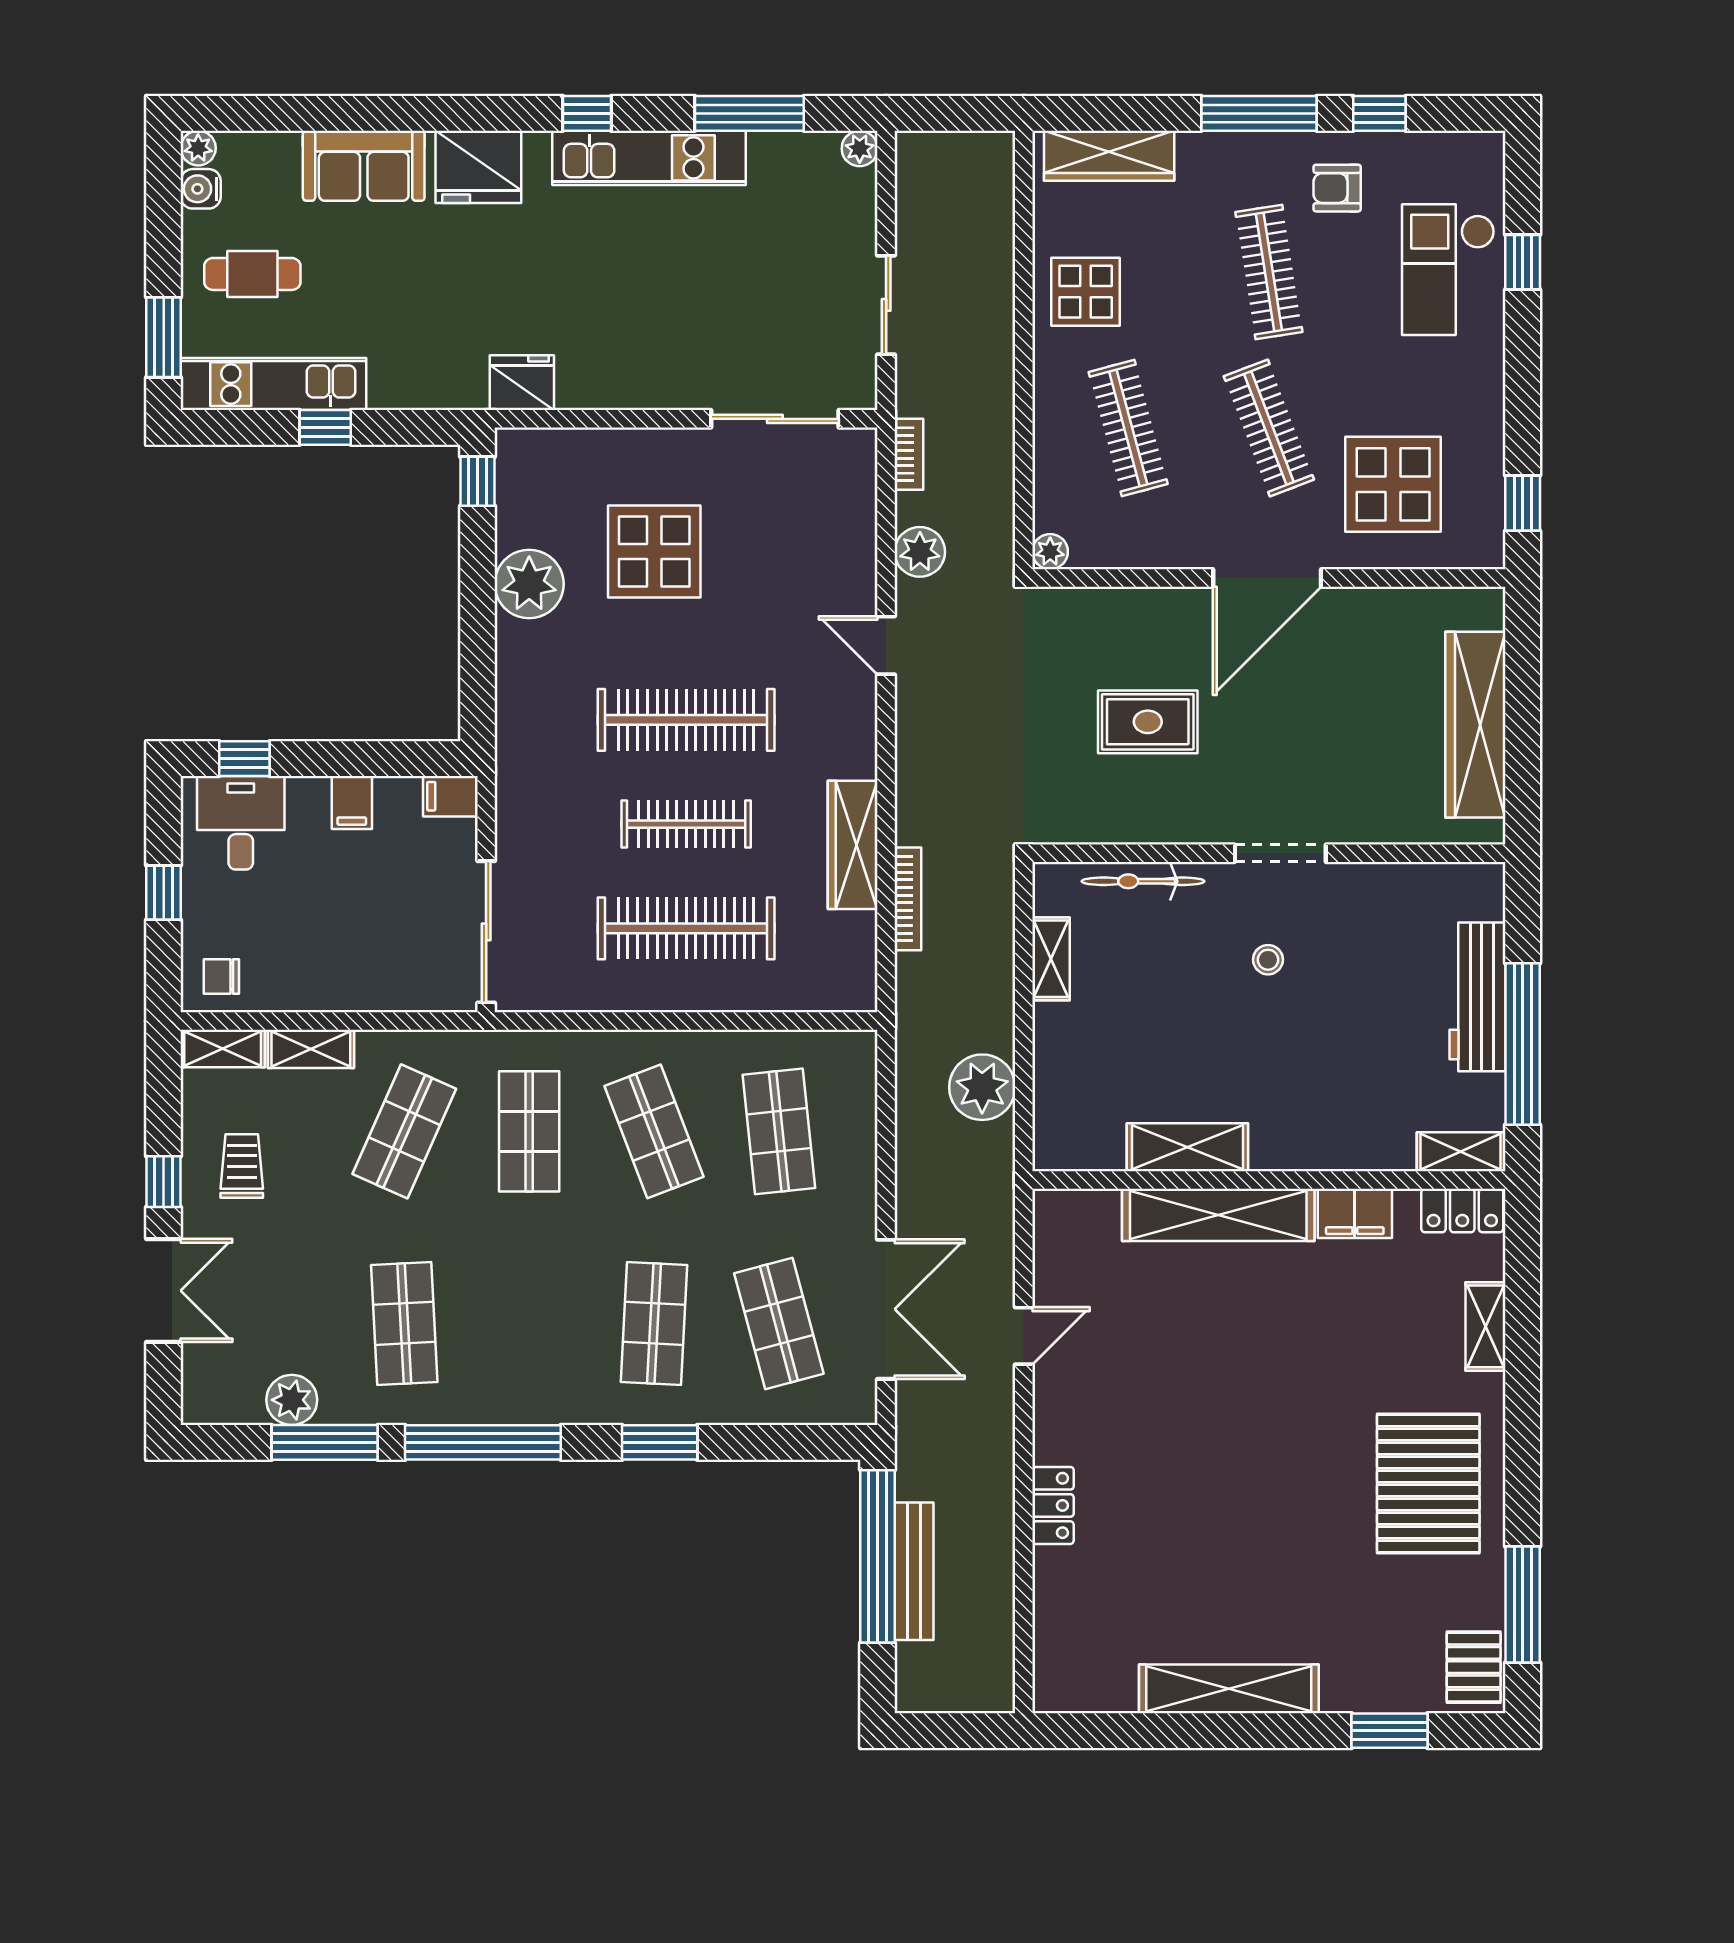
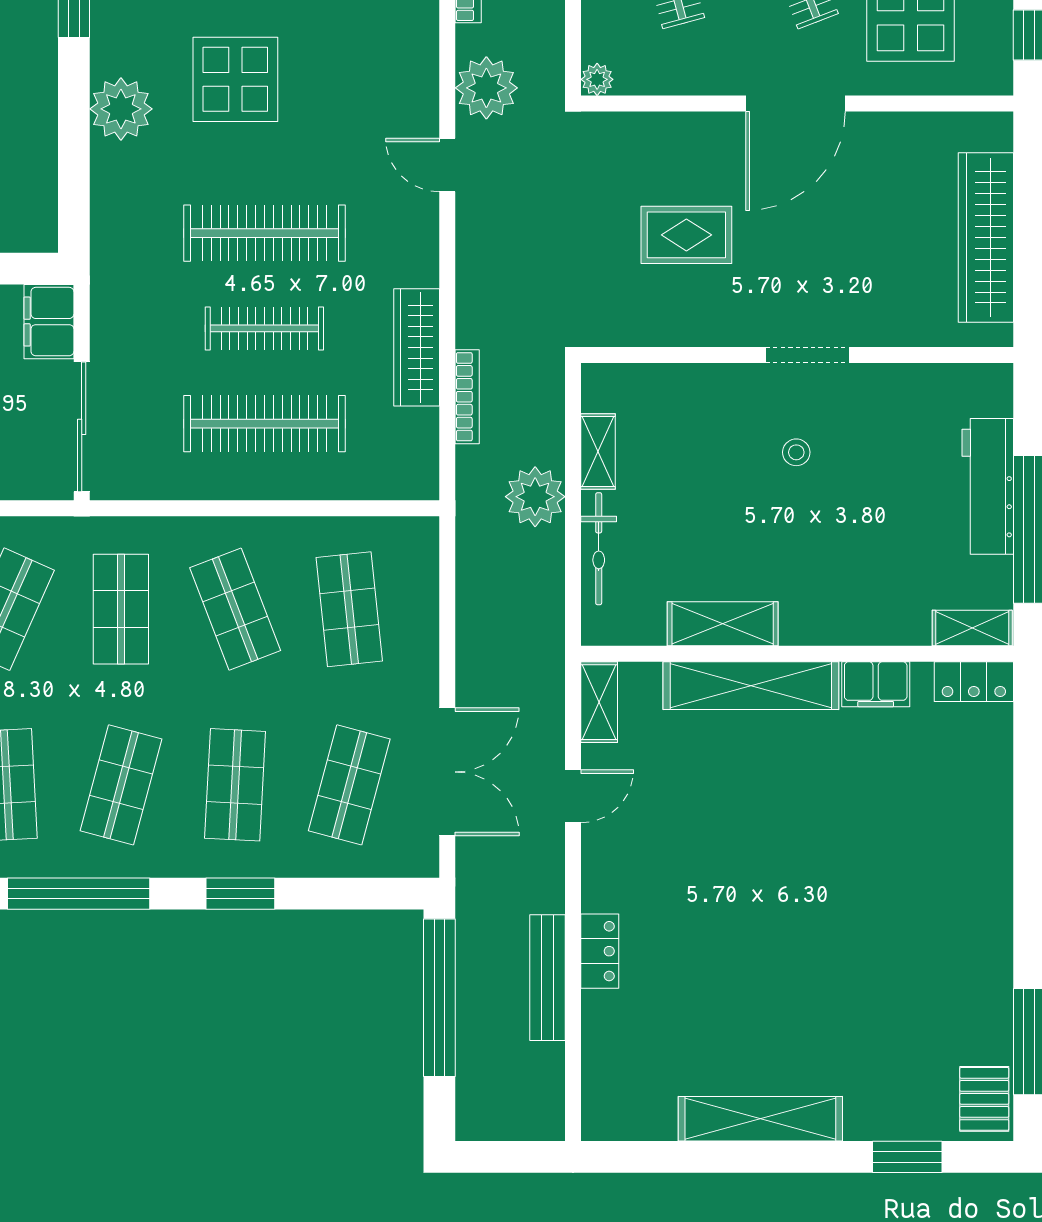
plant: (920, 552) -> (486, 88), width x1.36, depth x1.36
filing cabinet: (450, 796) -> (49, 322), width x2.00
bicycle: (1143, 881) -> (599, 549), moved, turned -90
plant: (982, 1087) -> (535, 497), moved
shop shelf: (529, 1323) -> (121, 785), added
shop shelf: (779, 1323) -> (349, 785), turned 30
shelving: (1485, 1326) -> (599, 702), moved
pallet: (1428, 1483) -> (943, 931), removed
bench: (914, 1571) -> (548, 978), moved

